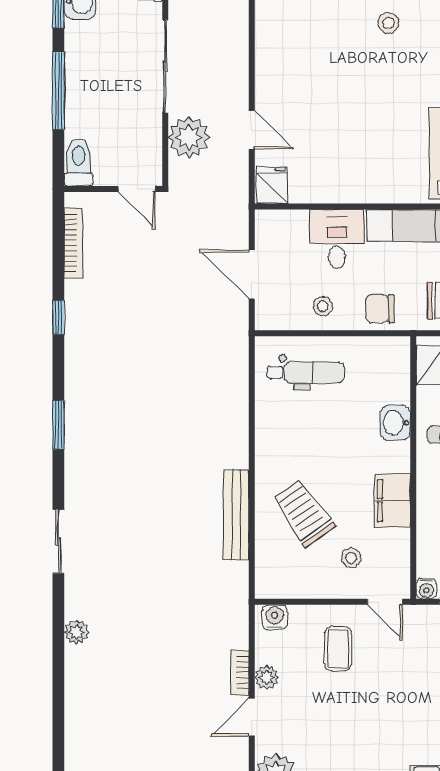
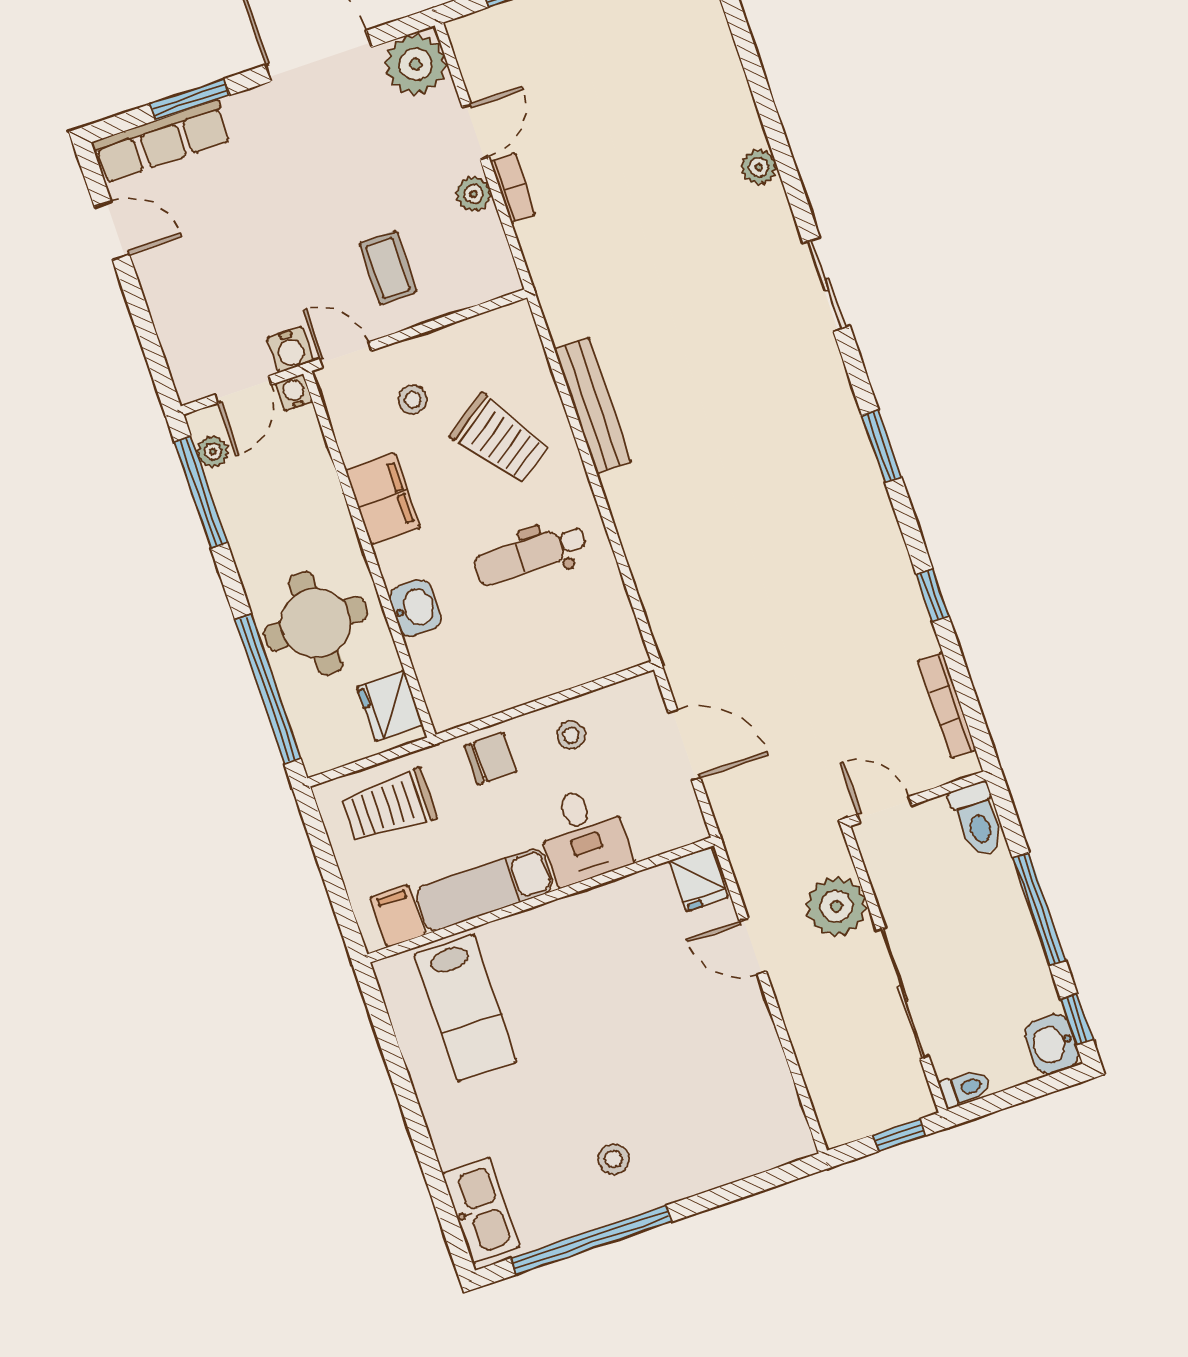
dental chair: (306, 372) -> (530, 555), moved
water cooler: (275, 617) -> (290, 350), moved

